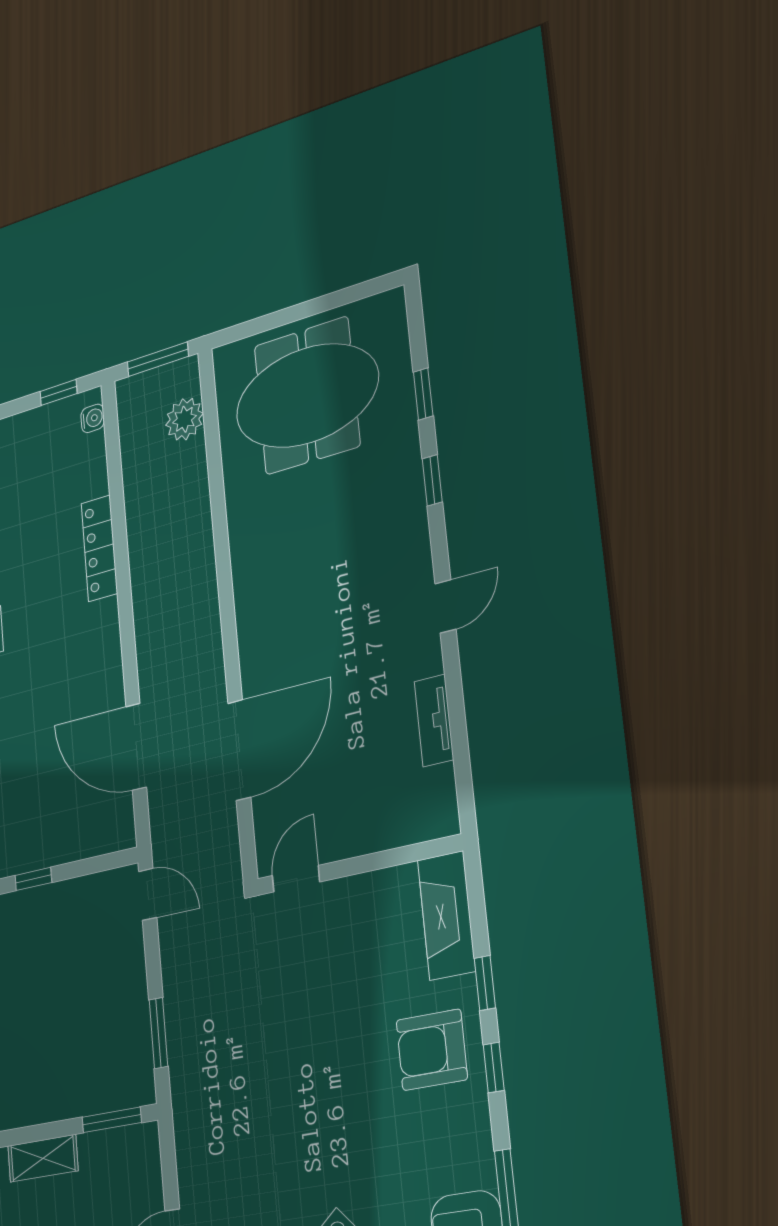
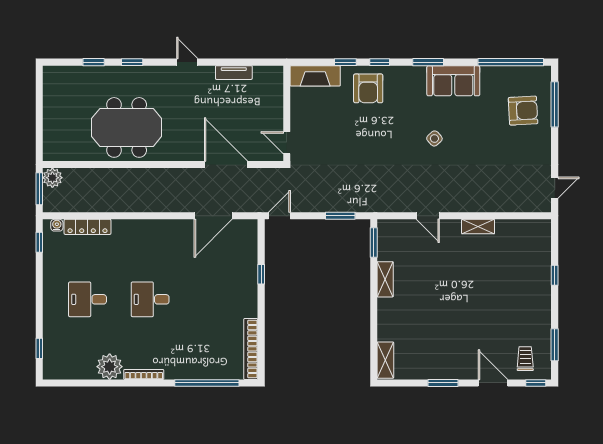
meeting table: (307, 396) -> (127, 127), moved, turned 90
plant: (184, 419) -> (52, 178), moved
locker: (99, 548) -> (87, 227), moved

